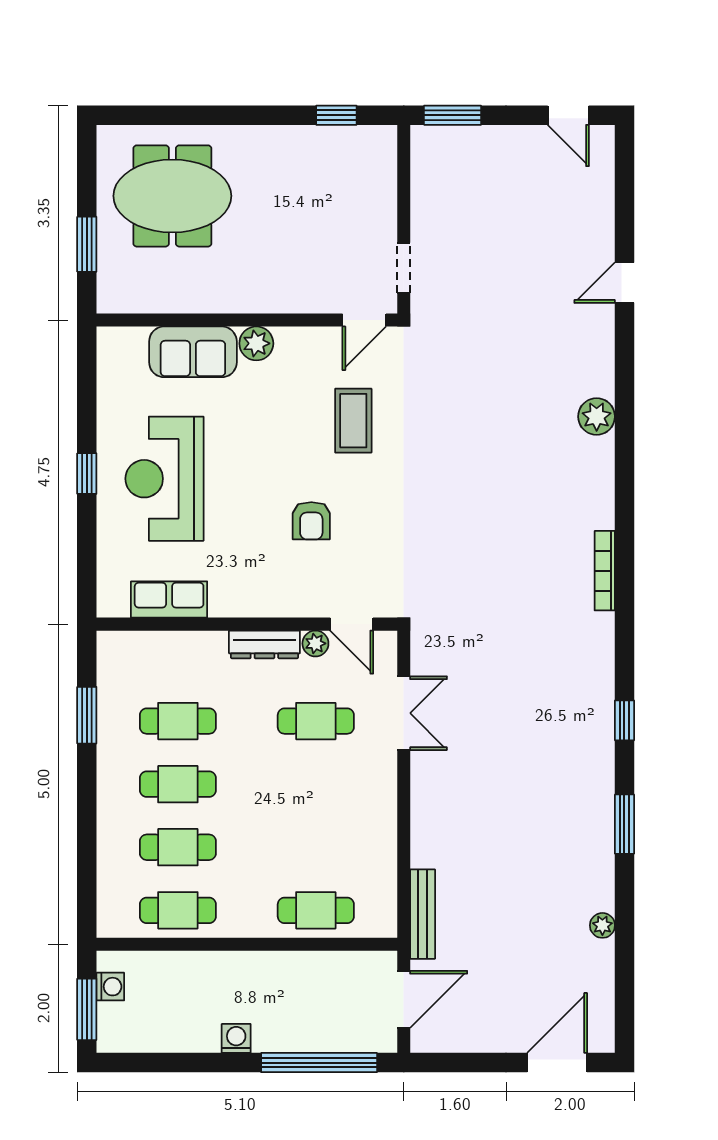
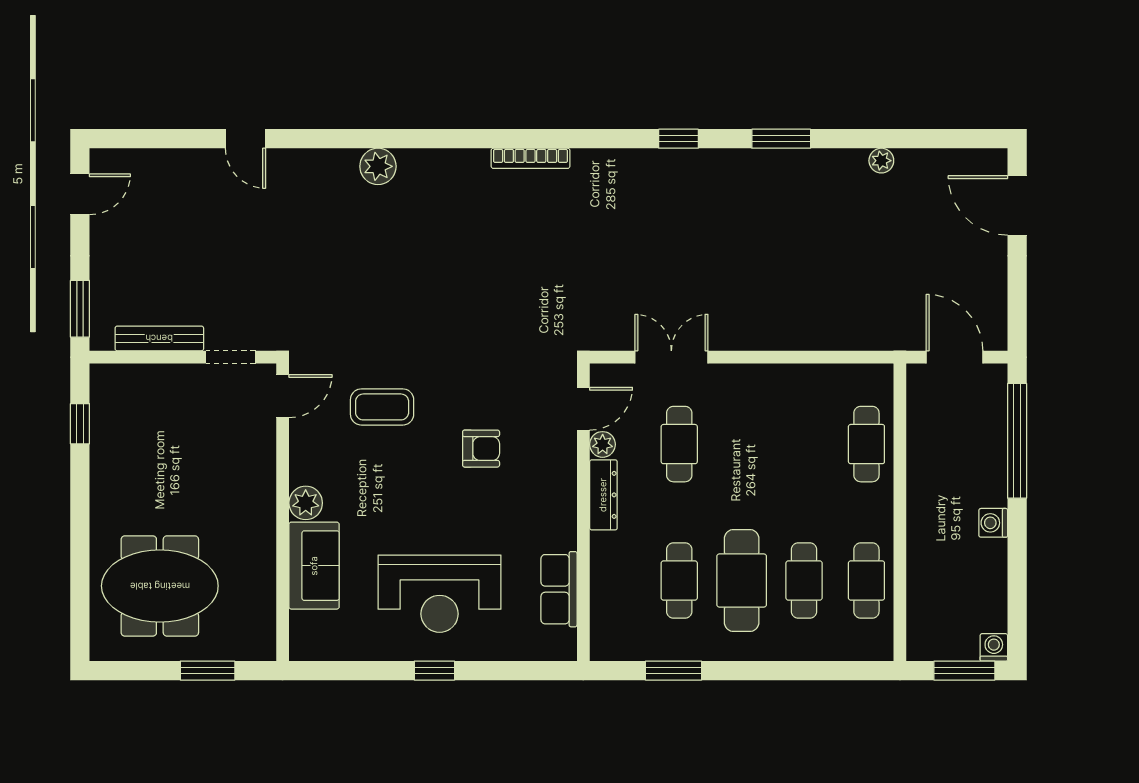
meeting table: (172, 196) -> (160, 586), turned 90
door: (364, 320) -> (283, 396), hinge flipped
cafe table: (178, 784) -> (742, 580), width x1.37, depth x1.35
bench: (423, 914) -> (159, 338), moved
washing machine: (110, 987) -> (994, 647), moved

